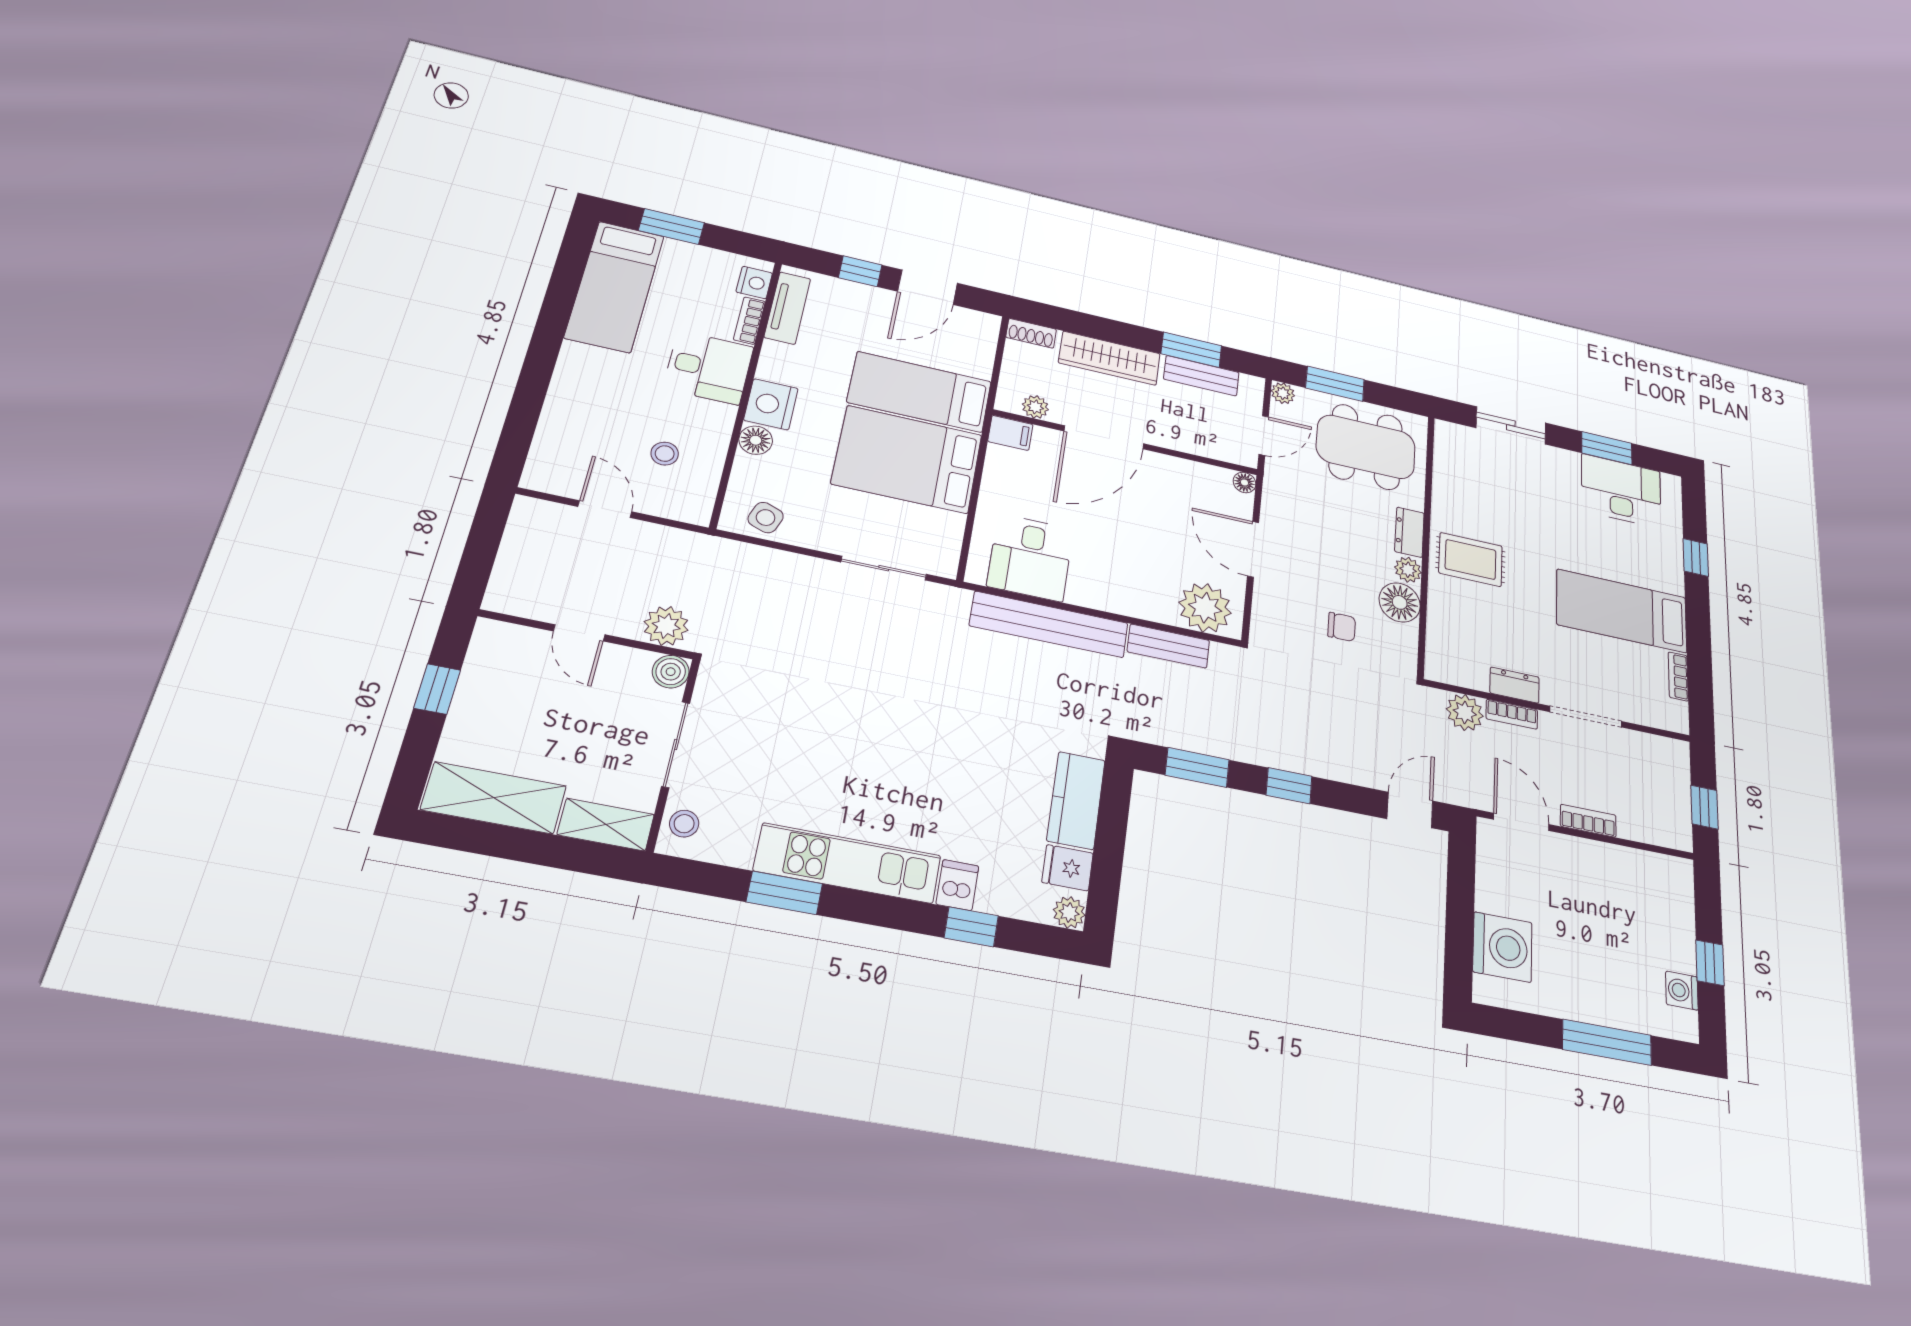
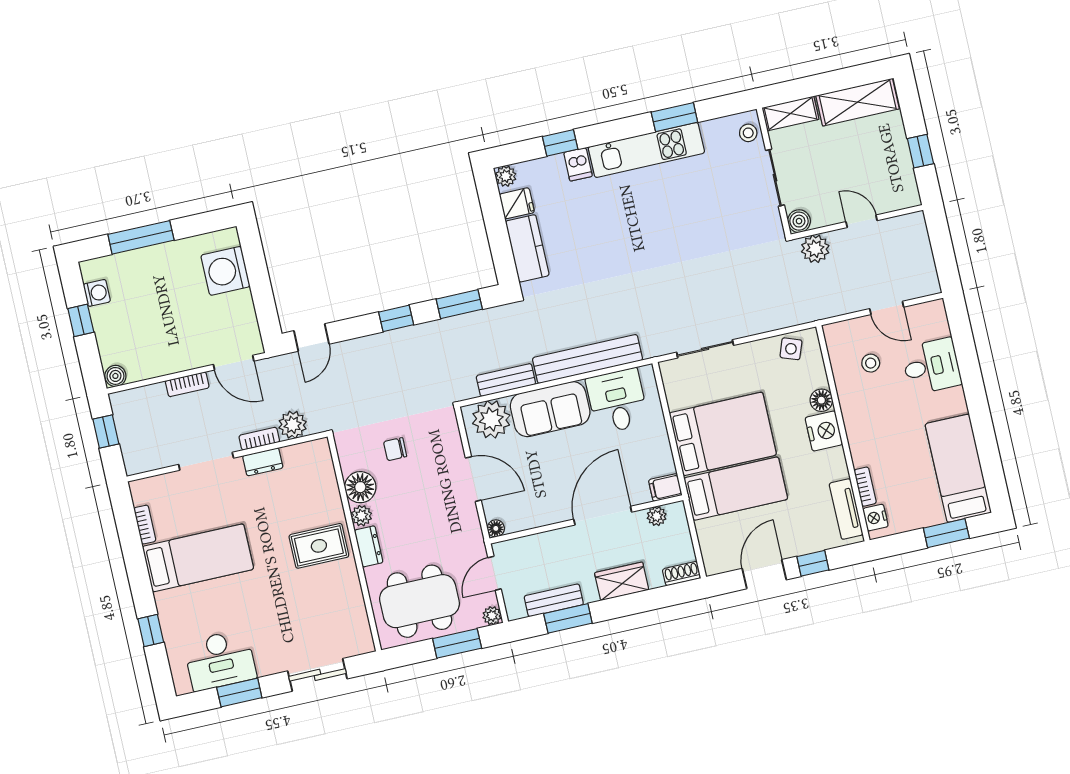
wardrobe: (1109, 358) -> (622, 581), width x0.67
desk: (708, 368) -> (931, 366), moved, turned 180
sofa: (1123, 586) -> (550, 409), added
boiler: (1679, 871) -> (115, 376), added

